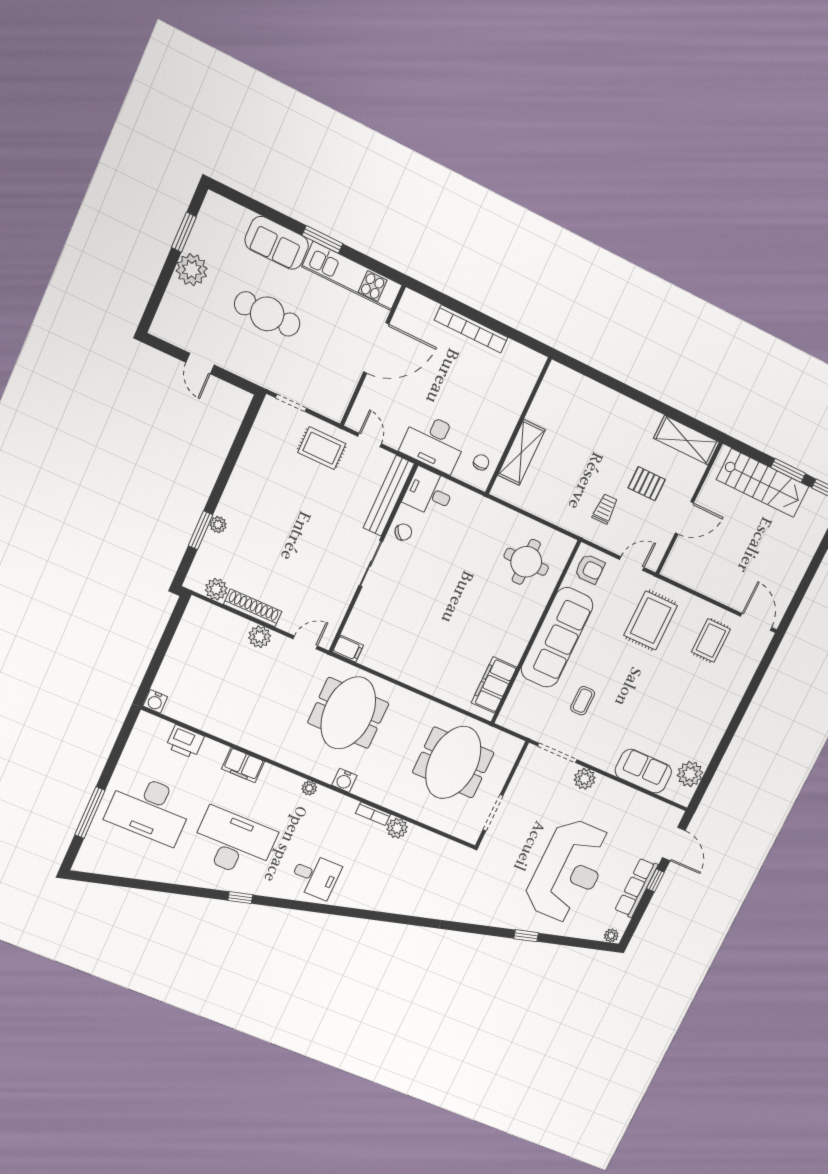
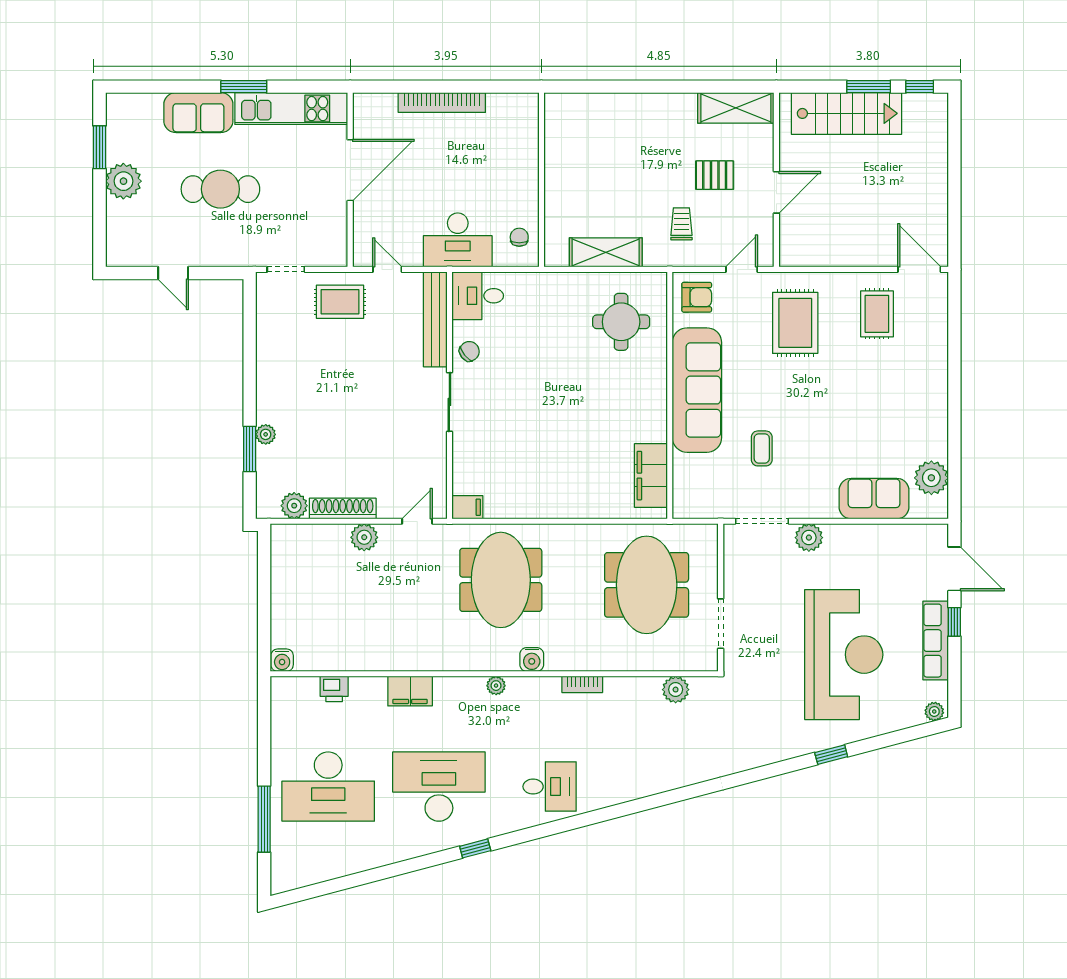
shelving: (521, 452) -> (606, 252), moved, turned 90
printer: (185, 742) -> (334, 689), width x0.73, depth x0.81
plant: (397, 828) -> (676, 690), moved

